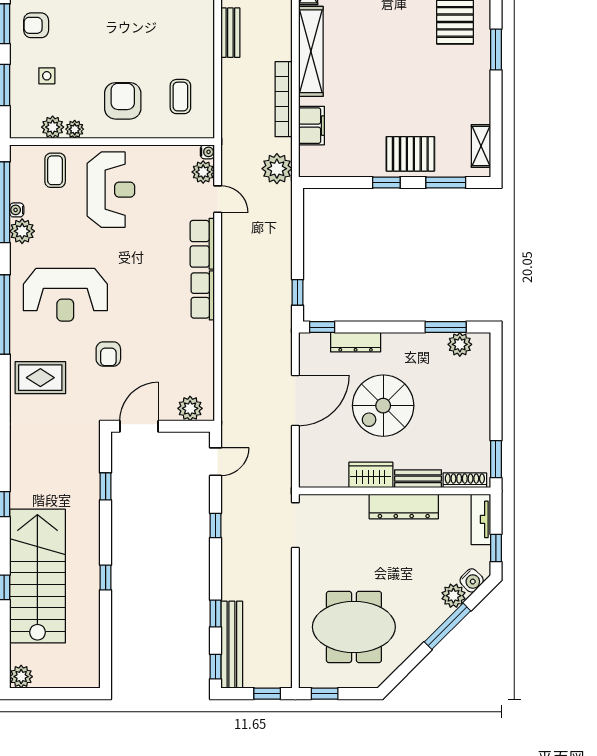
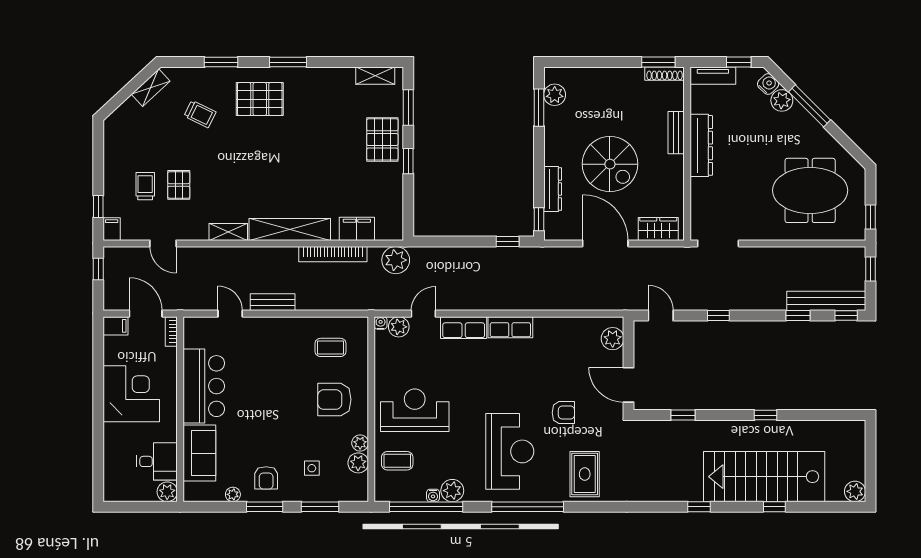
wardrobe: (371, 475) -> (658, 229), moved, turned 90
shoe rack: (465, 480) -> (665, 74), moved, turned -90
meeting table: (354, 627) -> (810, 190), turned 90

